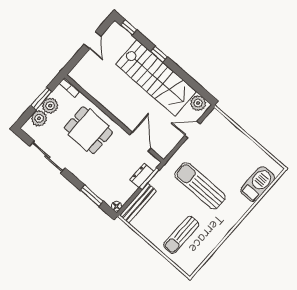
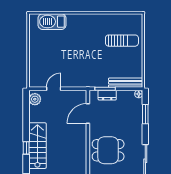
stairs: (156, 78) -> (37, 146), width x0.73, depth x0.66
dining table: (88, 130) -> (108, 150), turned 90
door: (192, 130) -> (54, 89), swing flipped
sun lounger: (200, 186) -> (83, 55), removed

